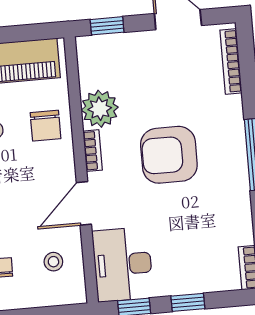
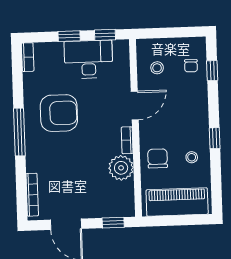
armchair: (169, 155) -> (59, 113), moved
desk: (123, 264) -> (89, 59), moved, turned -90

